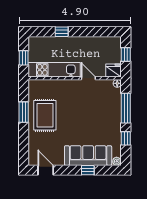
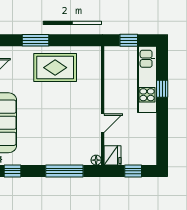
kitchen unit: (54, 70) -> (147, 79), moved, turned 180
window: (24, 112) -> (36, 40), moved
window: (126, 138) -> (13, 171), moved

